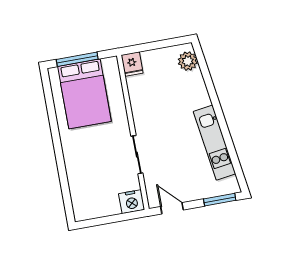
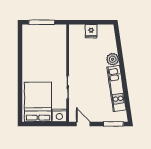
plant: (188, 61) -> (113, 59), moved
fridge: (132, 64) -> (91, 31), moved
bed: (84, 94) -> (38, 102), moved, turned 180

